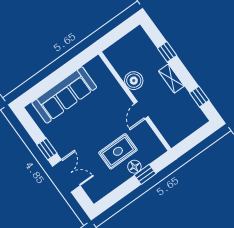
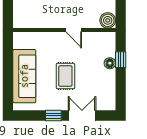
boiler: (134, 81) -> (108, 20), moved
rug: (118, 151) -> (65, 76), moved

